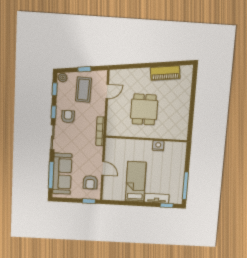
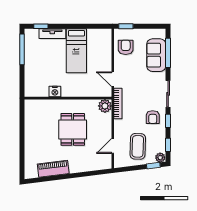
window: (84, 69) -> (153, 166), moved
plant: (112, 130) -> (105, 106), added
door: (103, 168) -> (113, 79), moved
sofa: (62, 174) -> (156, 55), width x0.73

